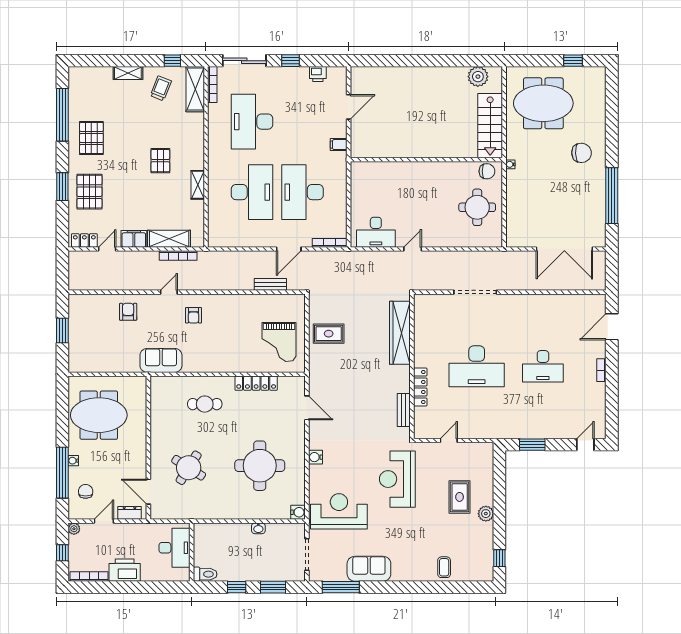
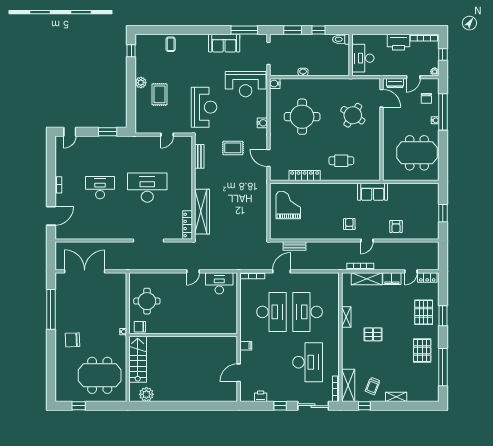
pallet: (160, 161) -> (373, 334), turned 90
rug: (329, 334) -> (233, 148), moved
locker: (420, 387) -> (188, 225), moved

